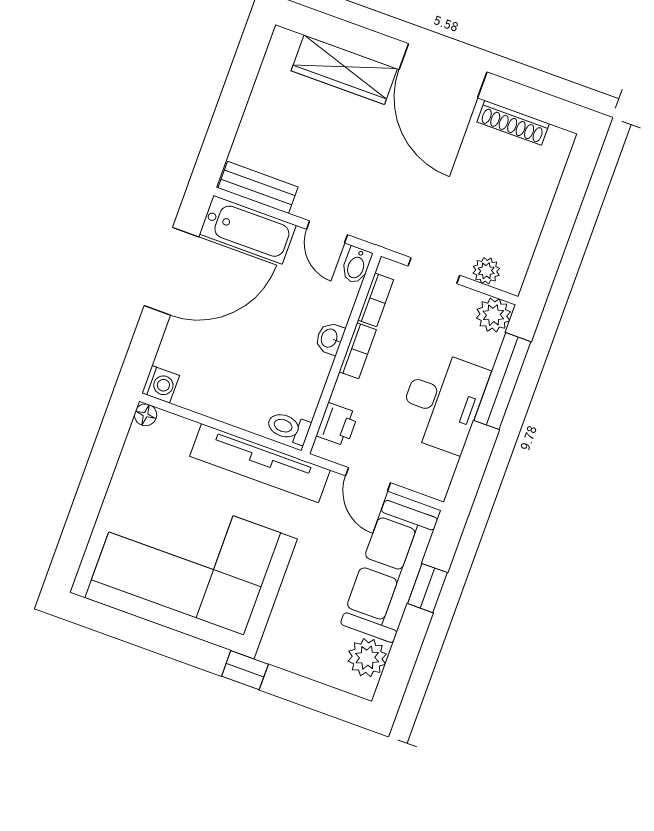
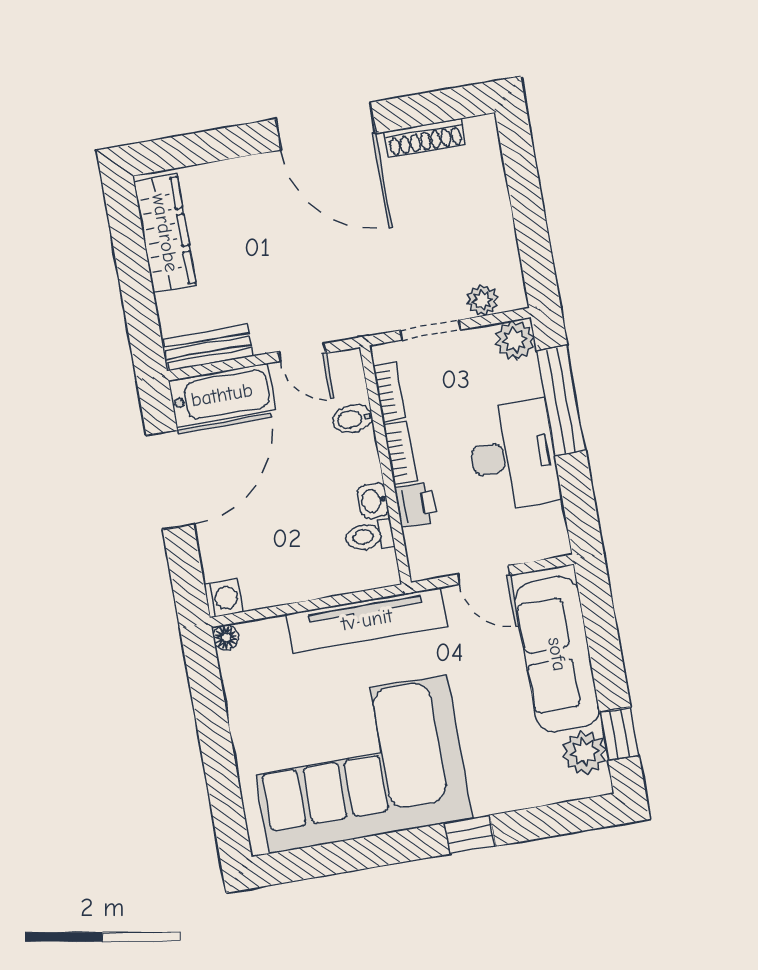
wardrobe: (344, 70) -> (165, 233), moved, turned -90
bidet: (356, 265) -> (353, 419), moved, turned 90
washbasin: (330, 338) -> (373, 501), moved
printer: (337, 425) -> (416, 505), moved
toilet: (289, 428) -> (370, 536), moved
window: (427, 588) -> (619, 734), moved

